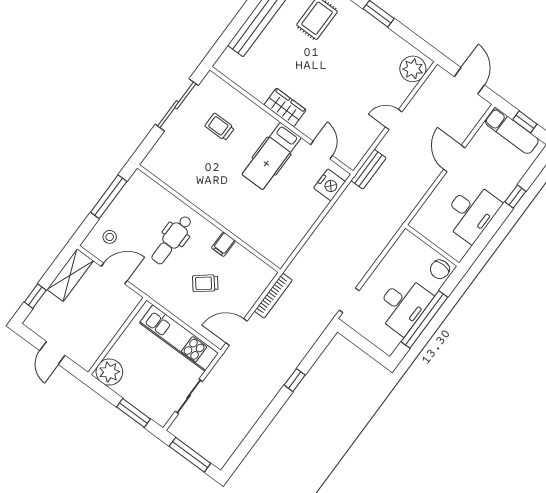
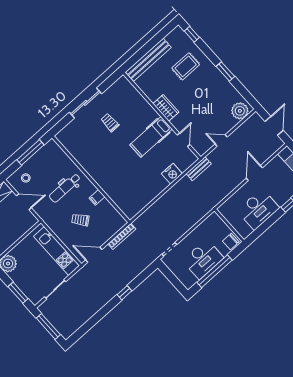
wardrobe: (285, 107) -> (166, 108), moved
wall: (281, 120) -> (162, 116), moved
door: (322, 150) -> (184, 140), moved
hospital bed: (272, 156) -> (151, 137), moved

